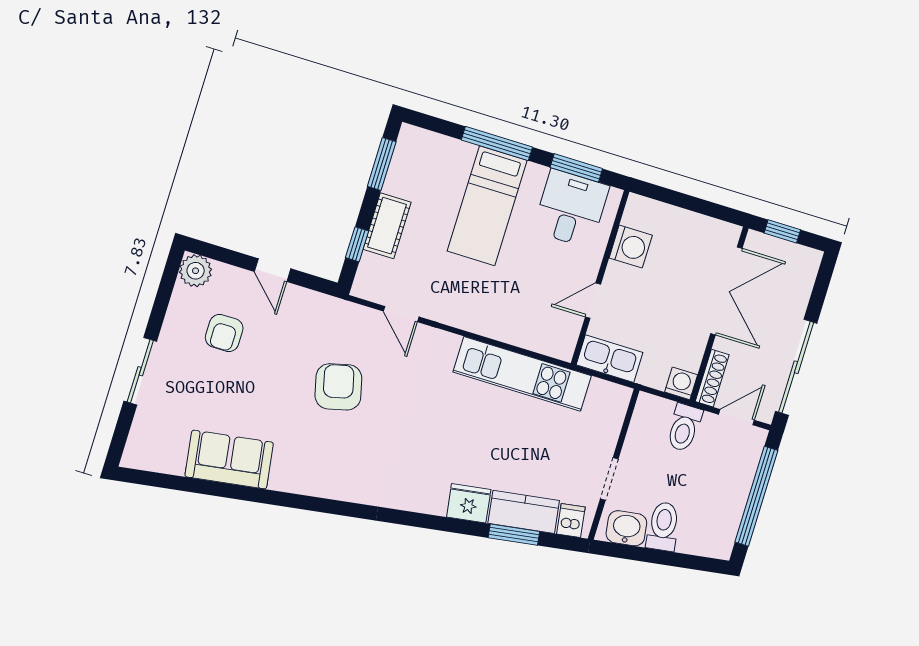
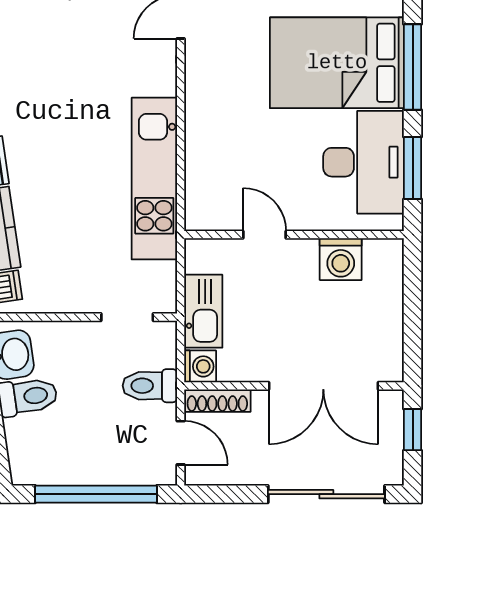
bed: (487, 206) -> (337, 63), width x1.50
desk: (571, 209) -> (364, 162), width x1.37
kitchen sink: (610, 359) -> (203, 311), moved
sliding door: (796, 367) -> (326, 494), moved
doorway: (609, 479) -> (127, 317), moved

